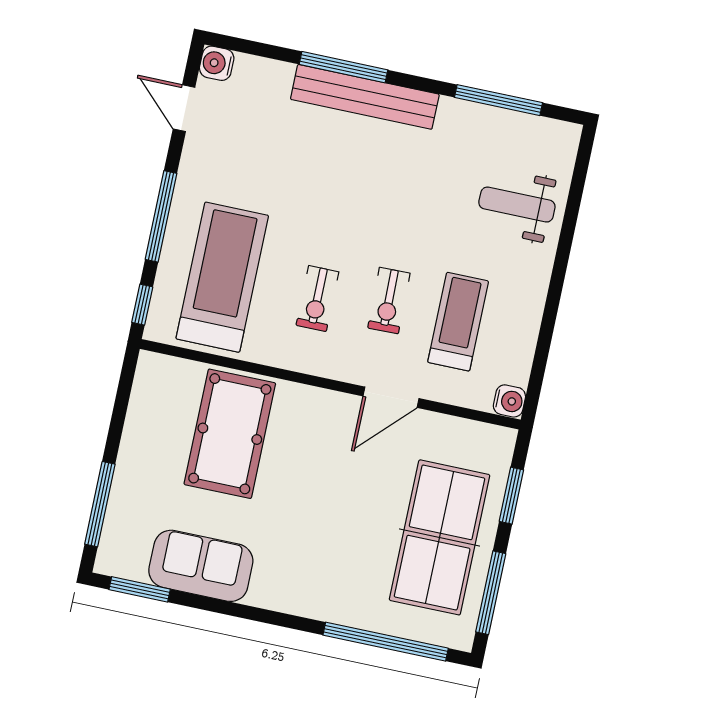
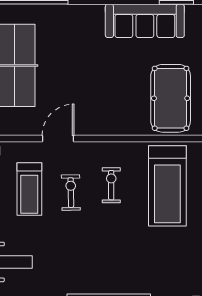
pool table: (230, 434) -> (171, 98), moved
sofa: (201, 566) -> (145, 21), width x1.36

